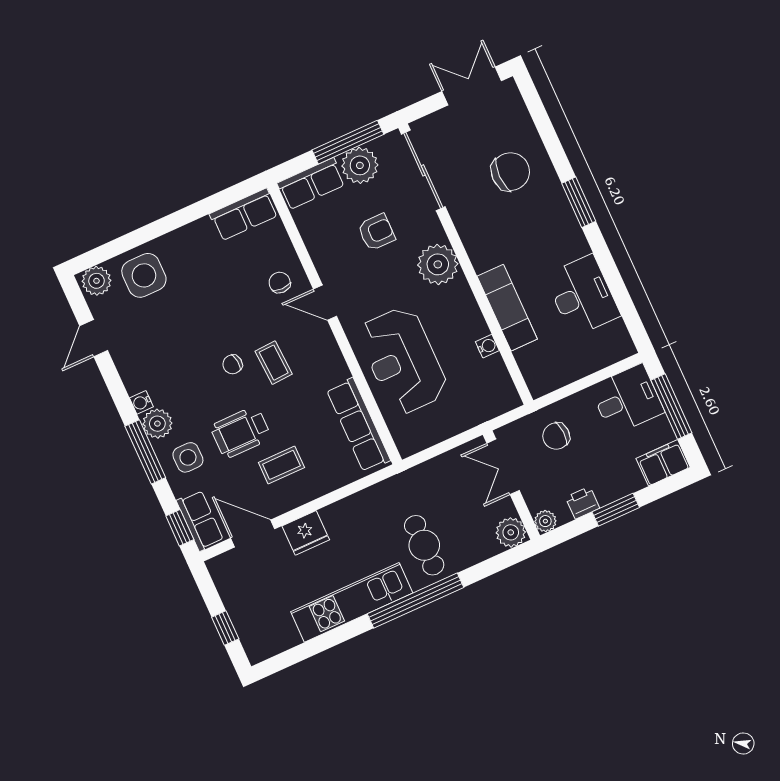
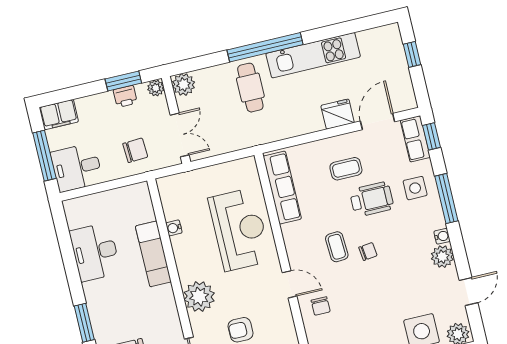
plant: (157, 424) -> (442, 257), moved
window: (616, 510) -> (123, 81), moved
door: (253, 533) -> (378, 121), swing flipped

